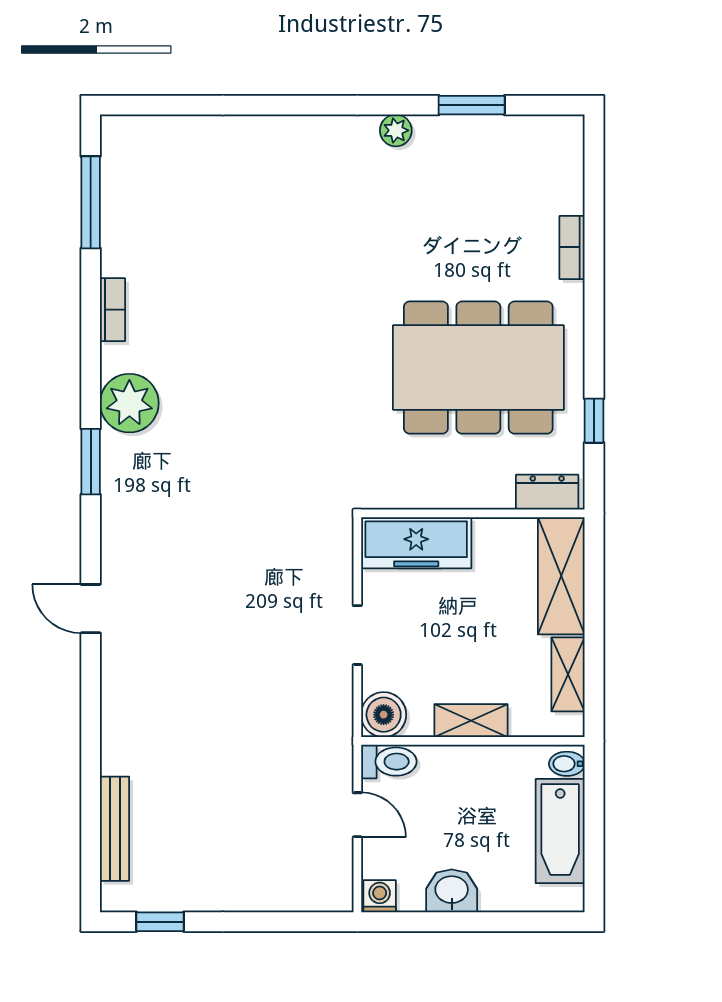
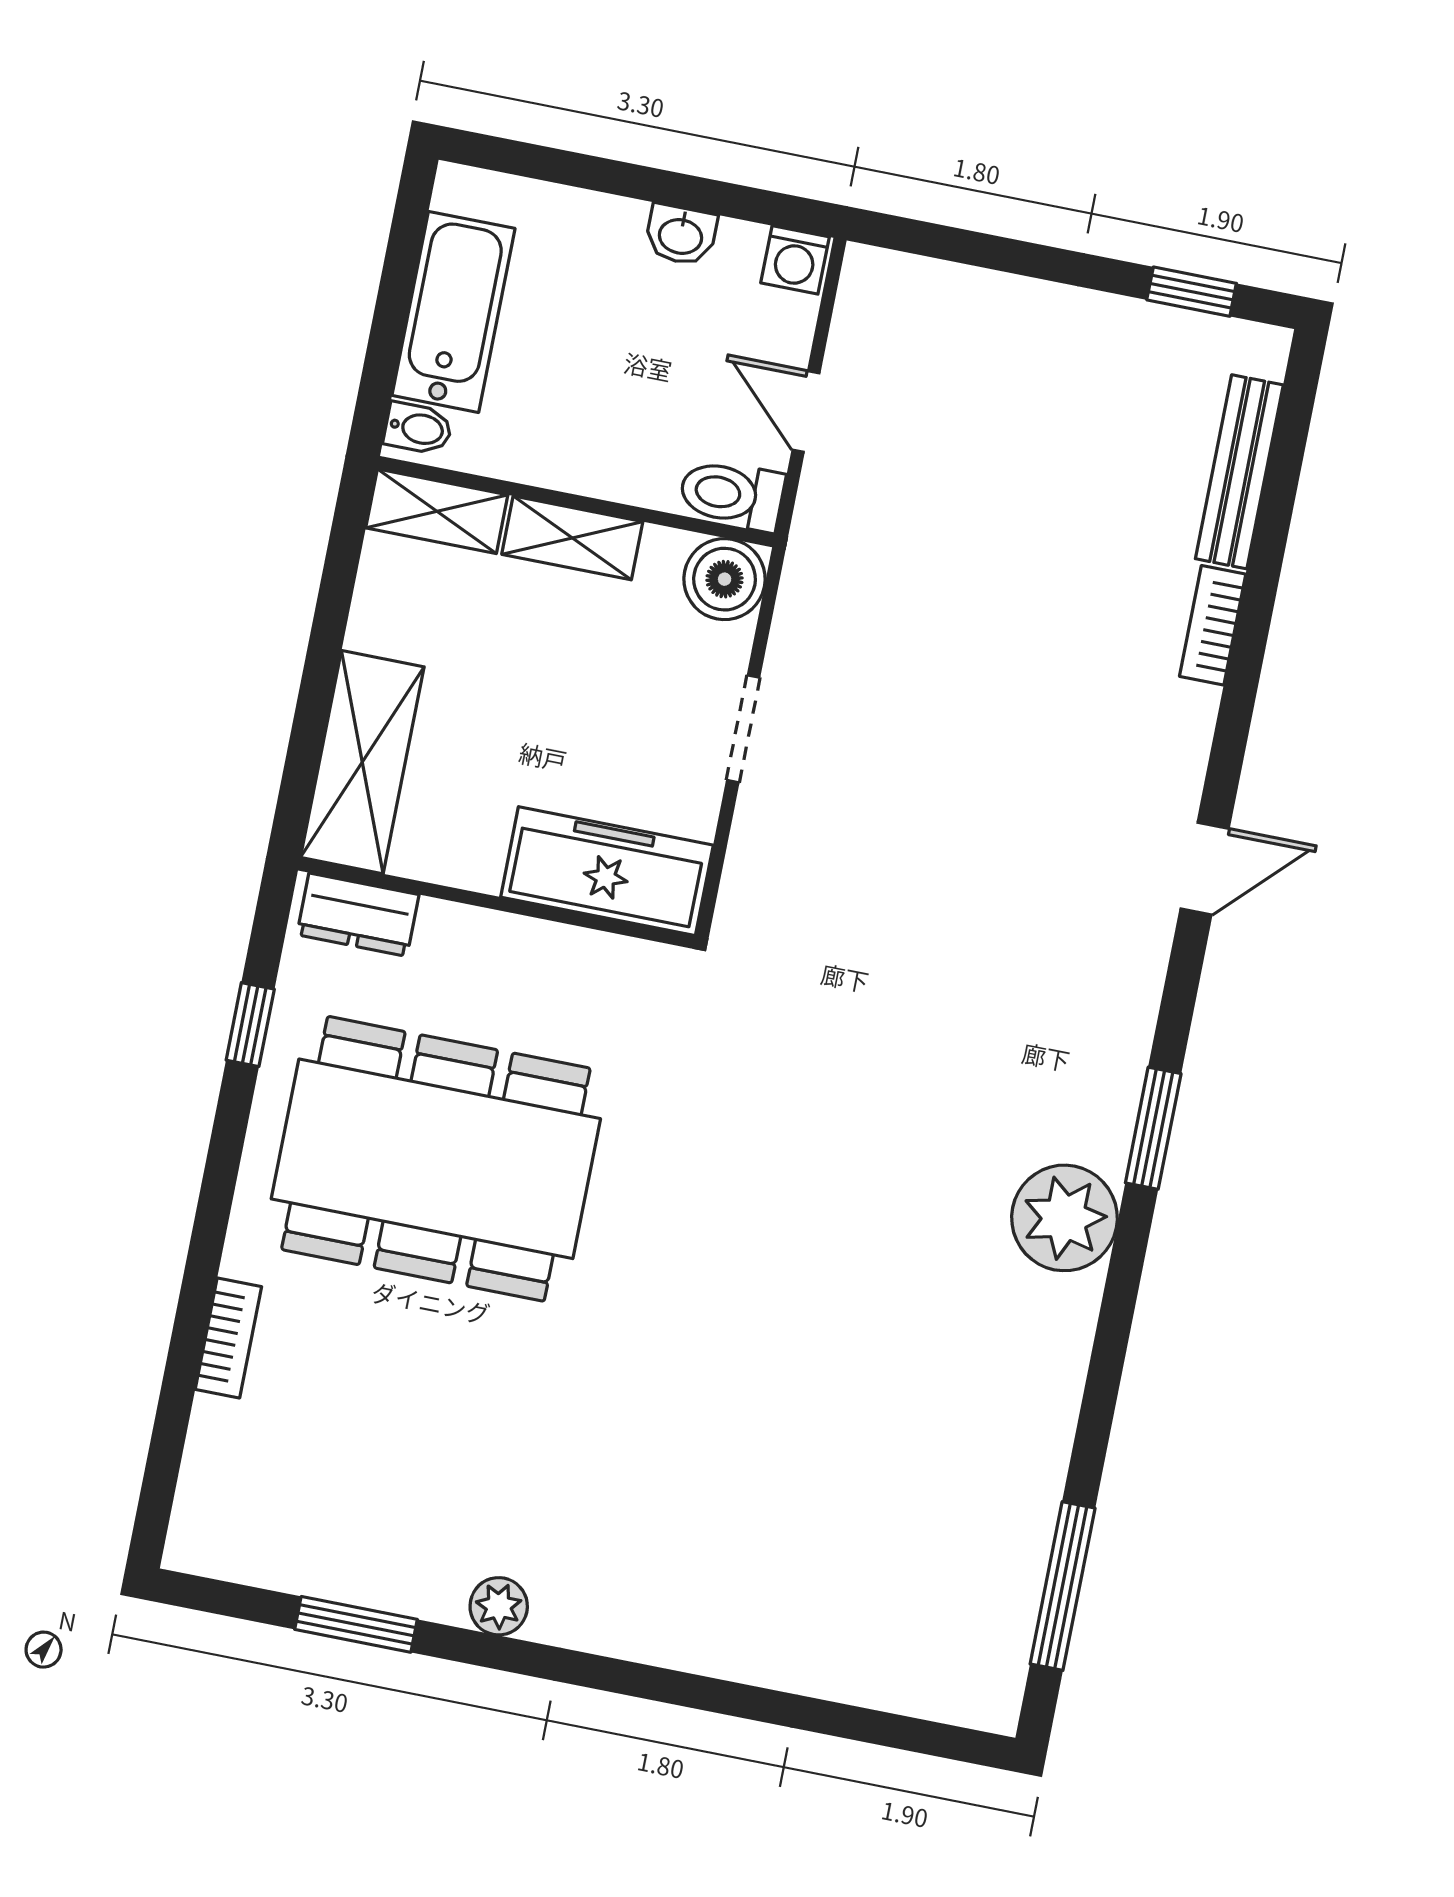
bookcase: (113, 310) -> (1213, 625), moved
door: (91, 609) -> (1205, 869), hinge flipped
shelving: (568, 674) -> (437, 511), moved, turned 90
washbasin: (452, 891) -> (681, 235), width x0.72, depth x0.69

